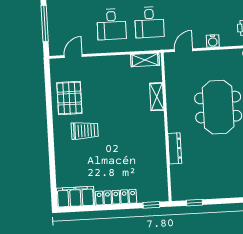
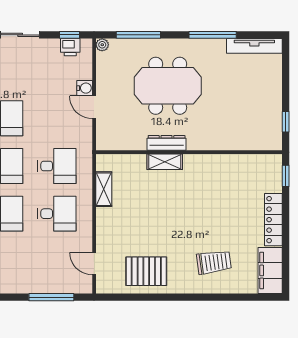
door: (184, 50) -> (94, 107), moved
shelving: (145, 60) -> (104, 189), moved
shelving: (157, 97) -> (165, 162), moved
trolley: (85, 131) -> (214, 262), moved, turned 82
dresser: (175, 148) -> (167, 143), moved

